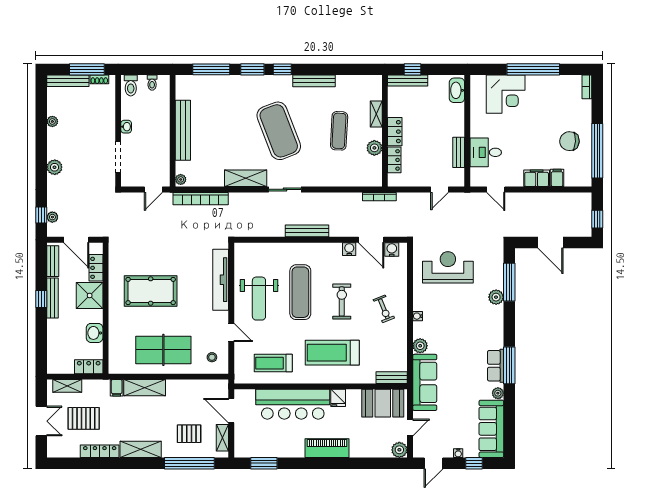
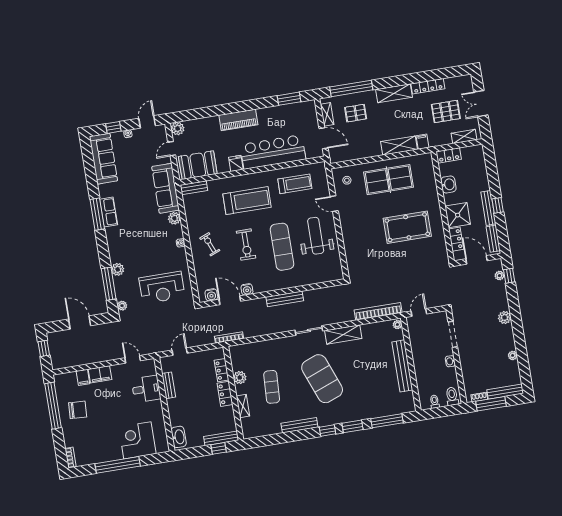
tv unit: (221, 280) -> (350, 246), removed
plant: (498, 393) -> (122, 306), moved

